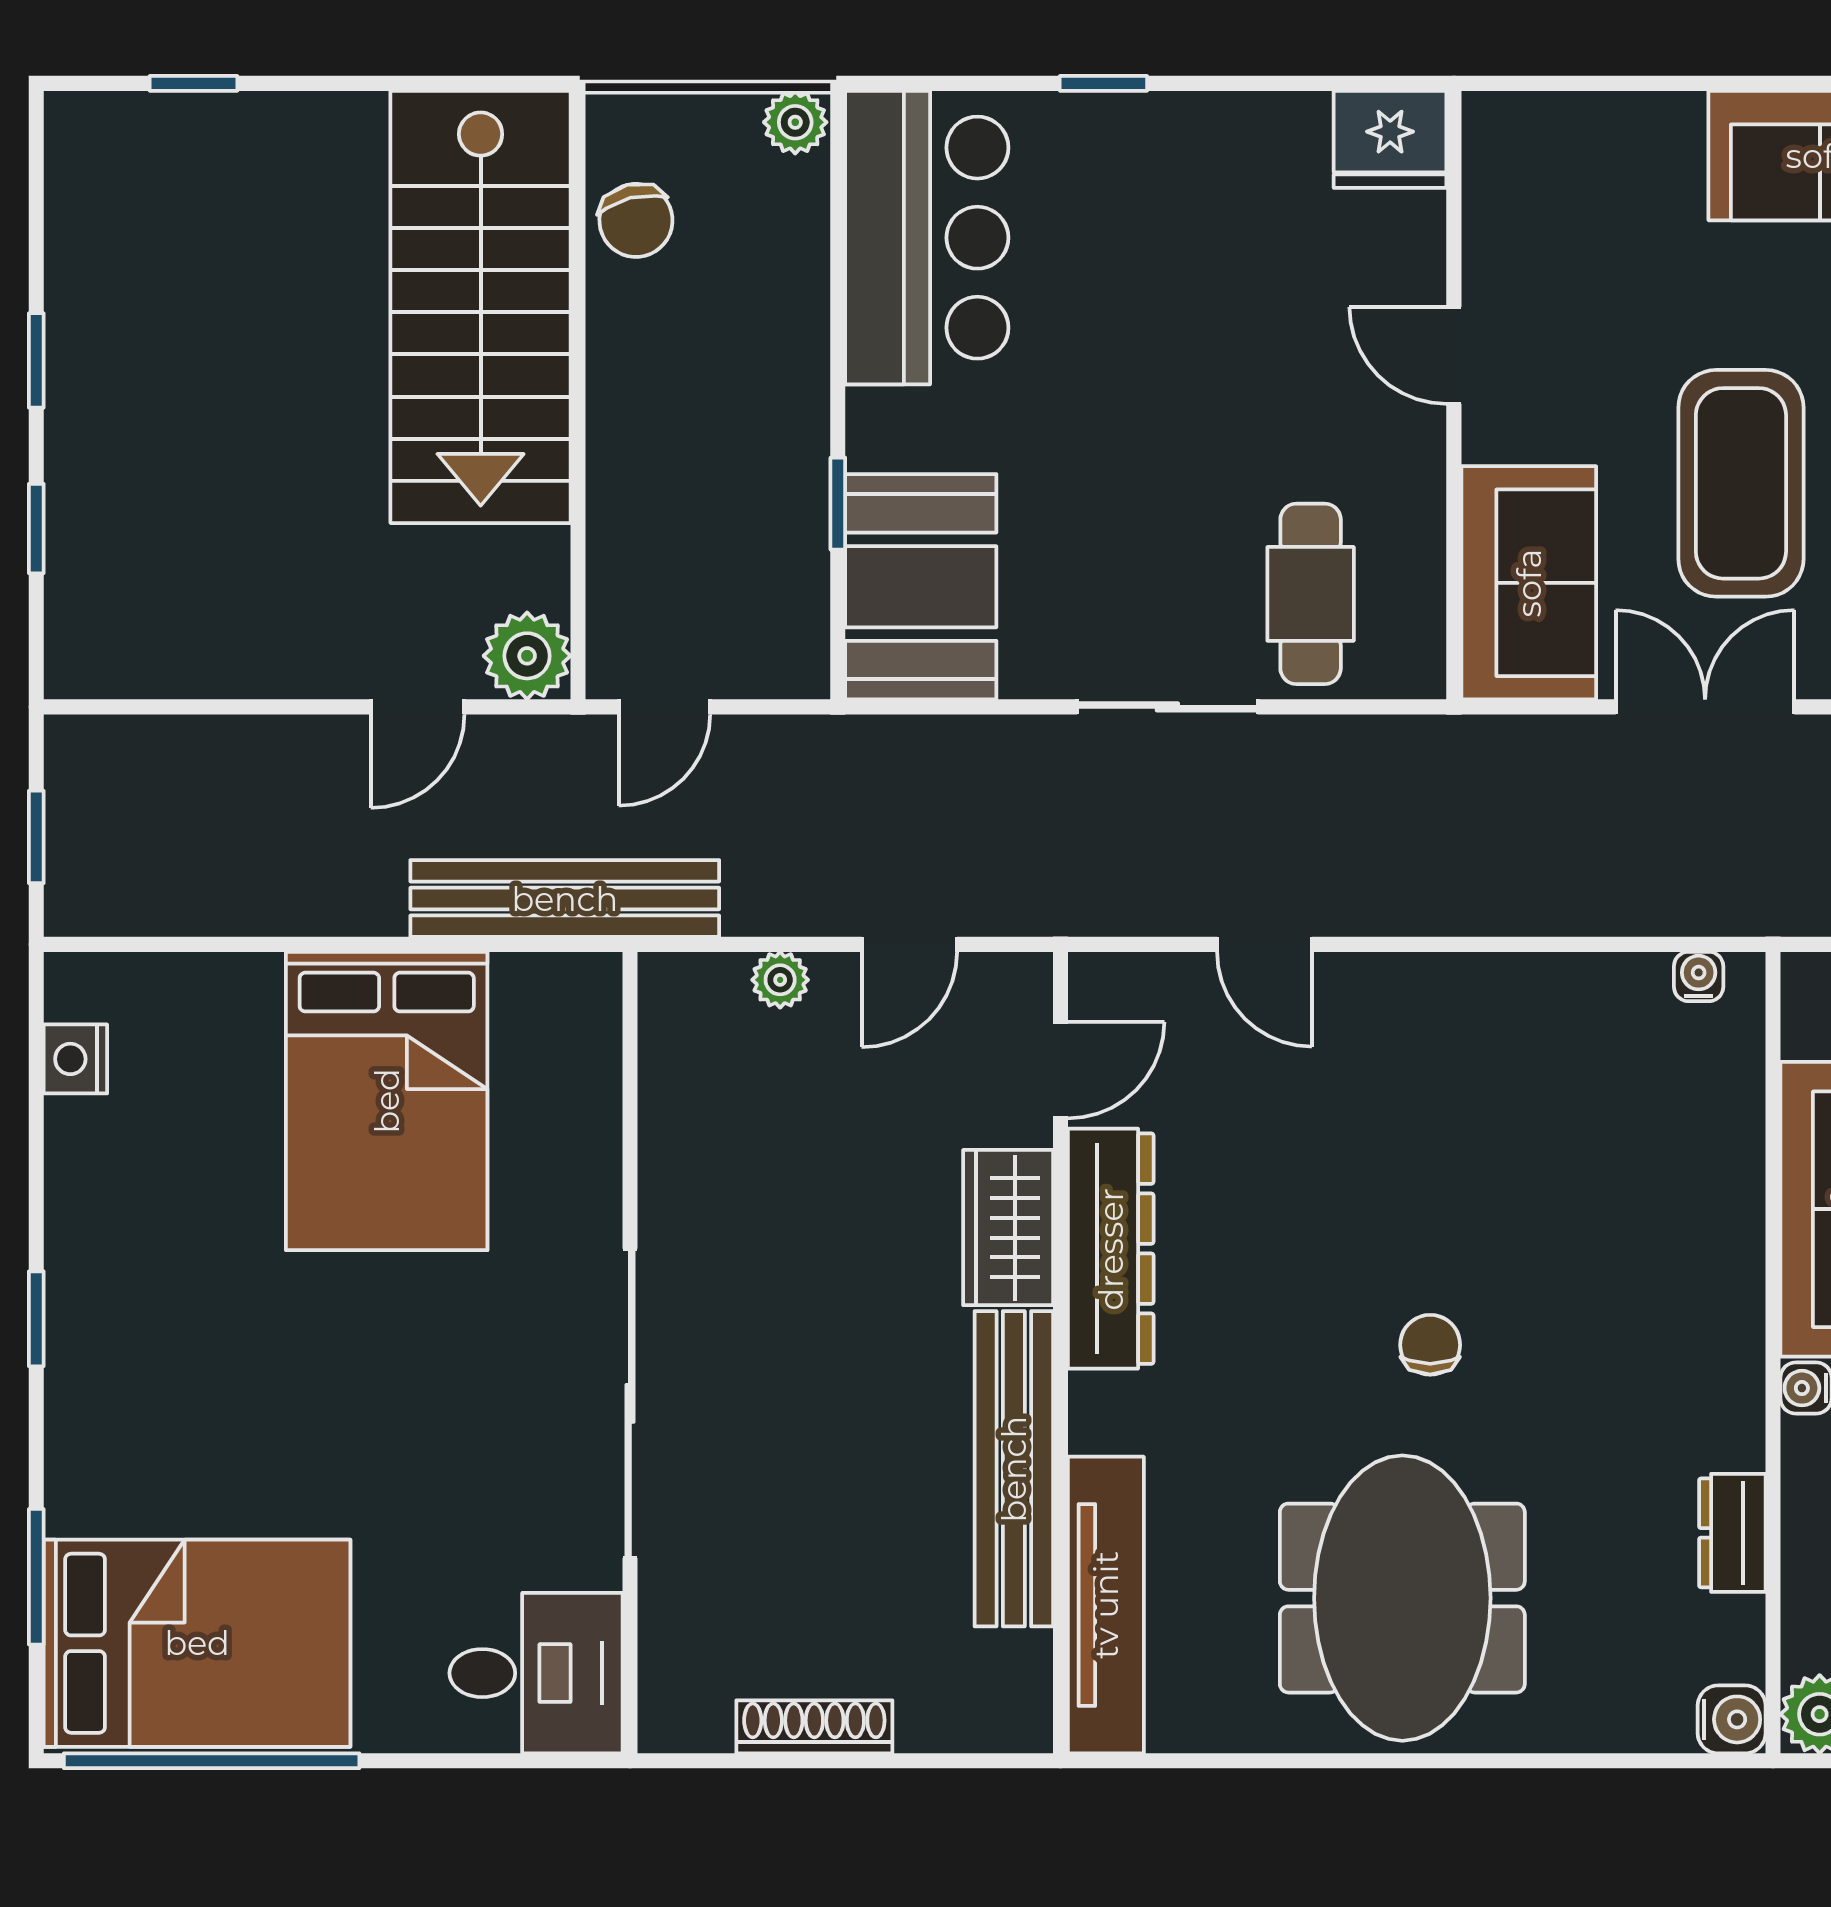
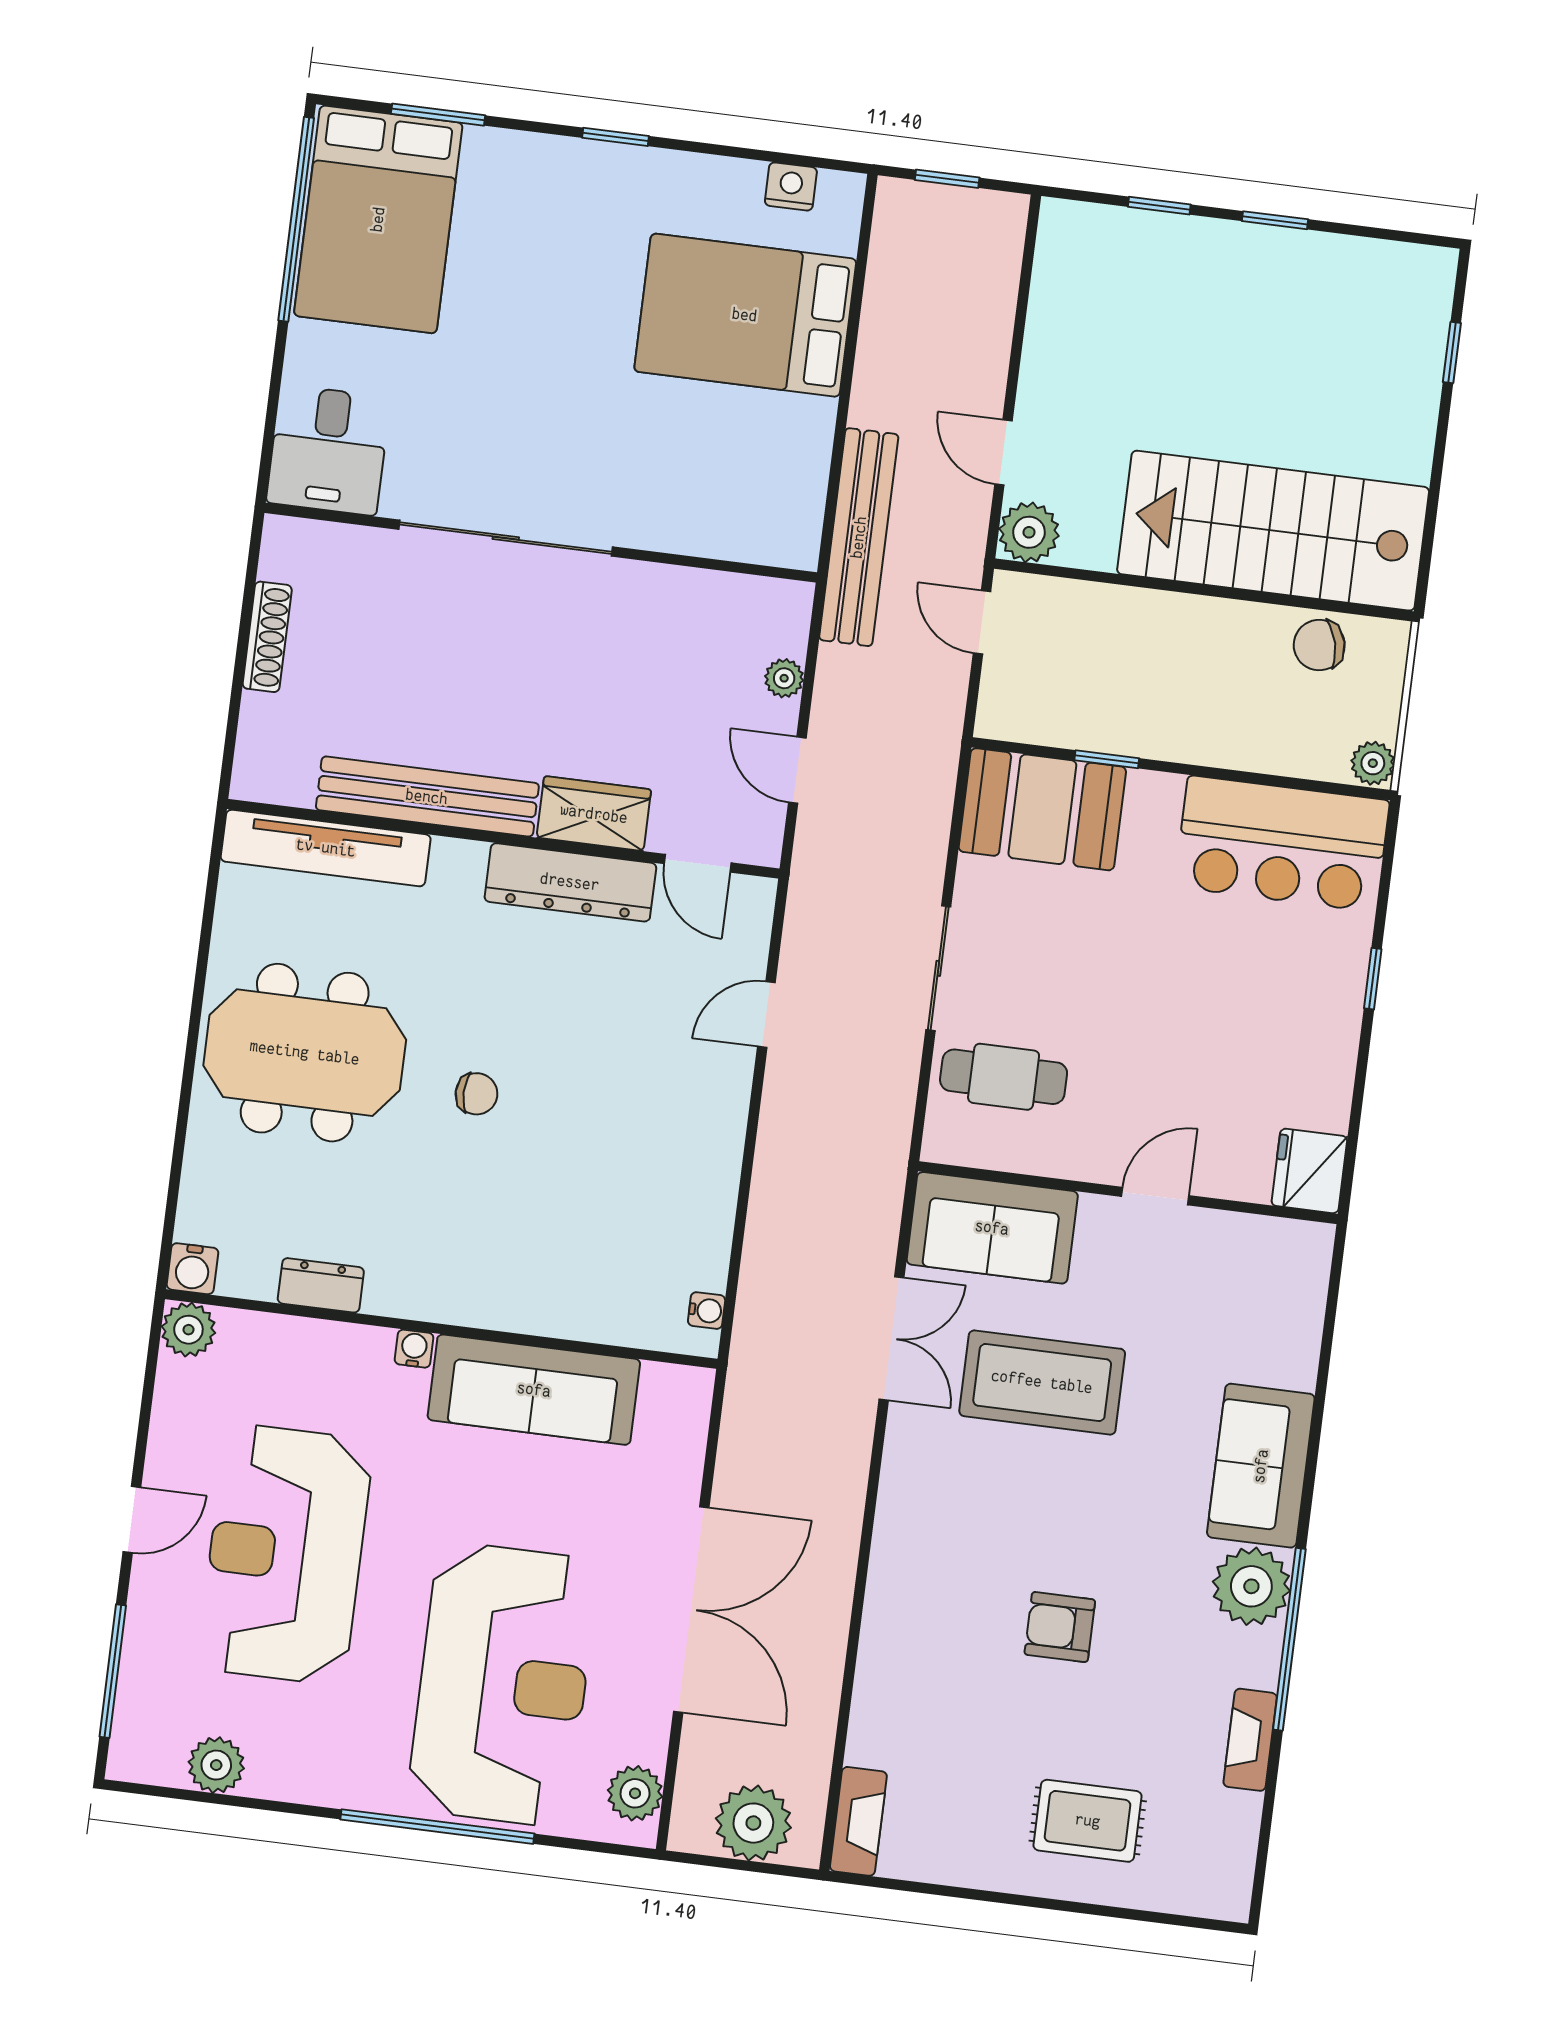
bed: (387, 1101) -> (745, 315), moved

